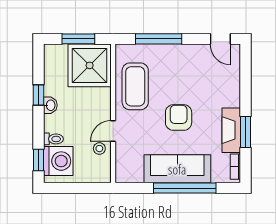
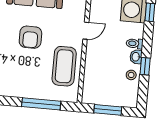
shower: (90, 65) -> (100, 87), removed
toilet: (53, 139) -> (135, 44), moved
stool: (99, 149) -> (131, 75), moved

